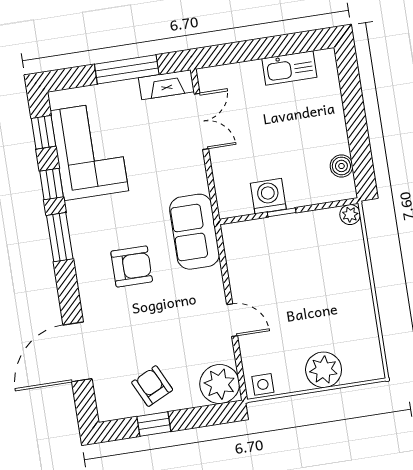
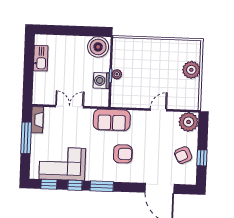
double door: (201, 121) -> (70, 107), moved
boiler: (341, 166) -> (98, 47), width x1.86, depth x1.86
plant: (350, 215) -> (117, 74), moved
armchair: (132, 266) -> (123, 154), turned 90
side table: (263, 384) -> (193, 101), removed

